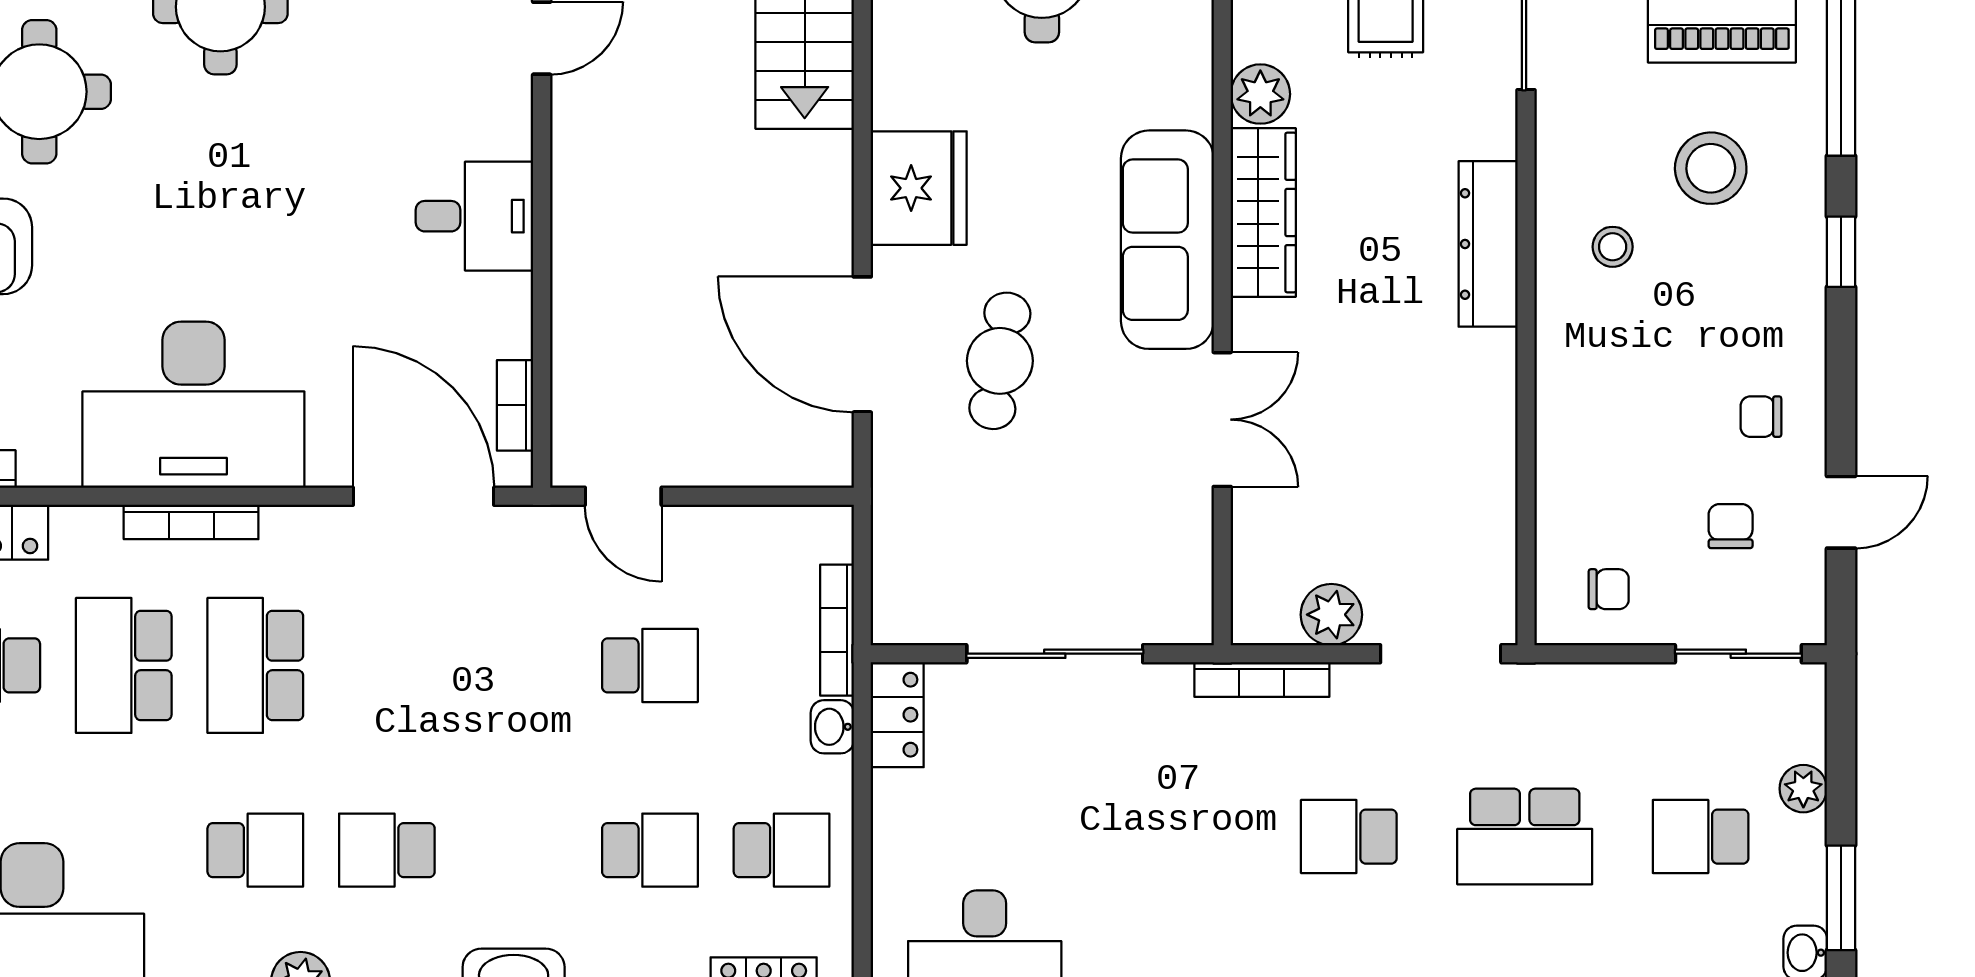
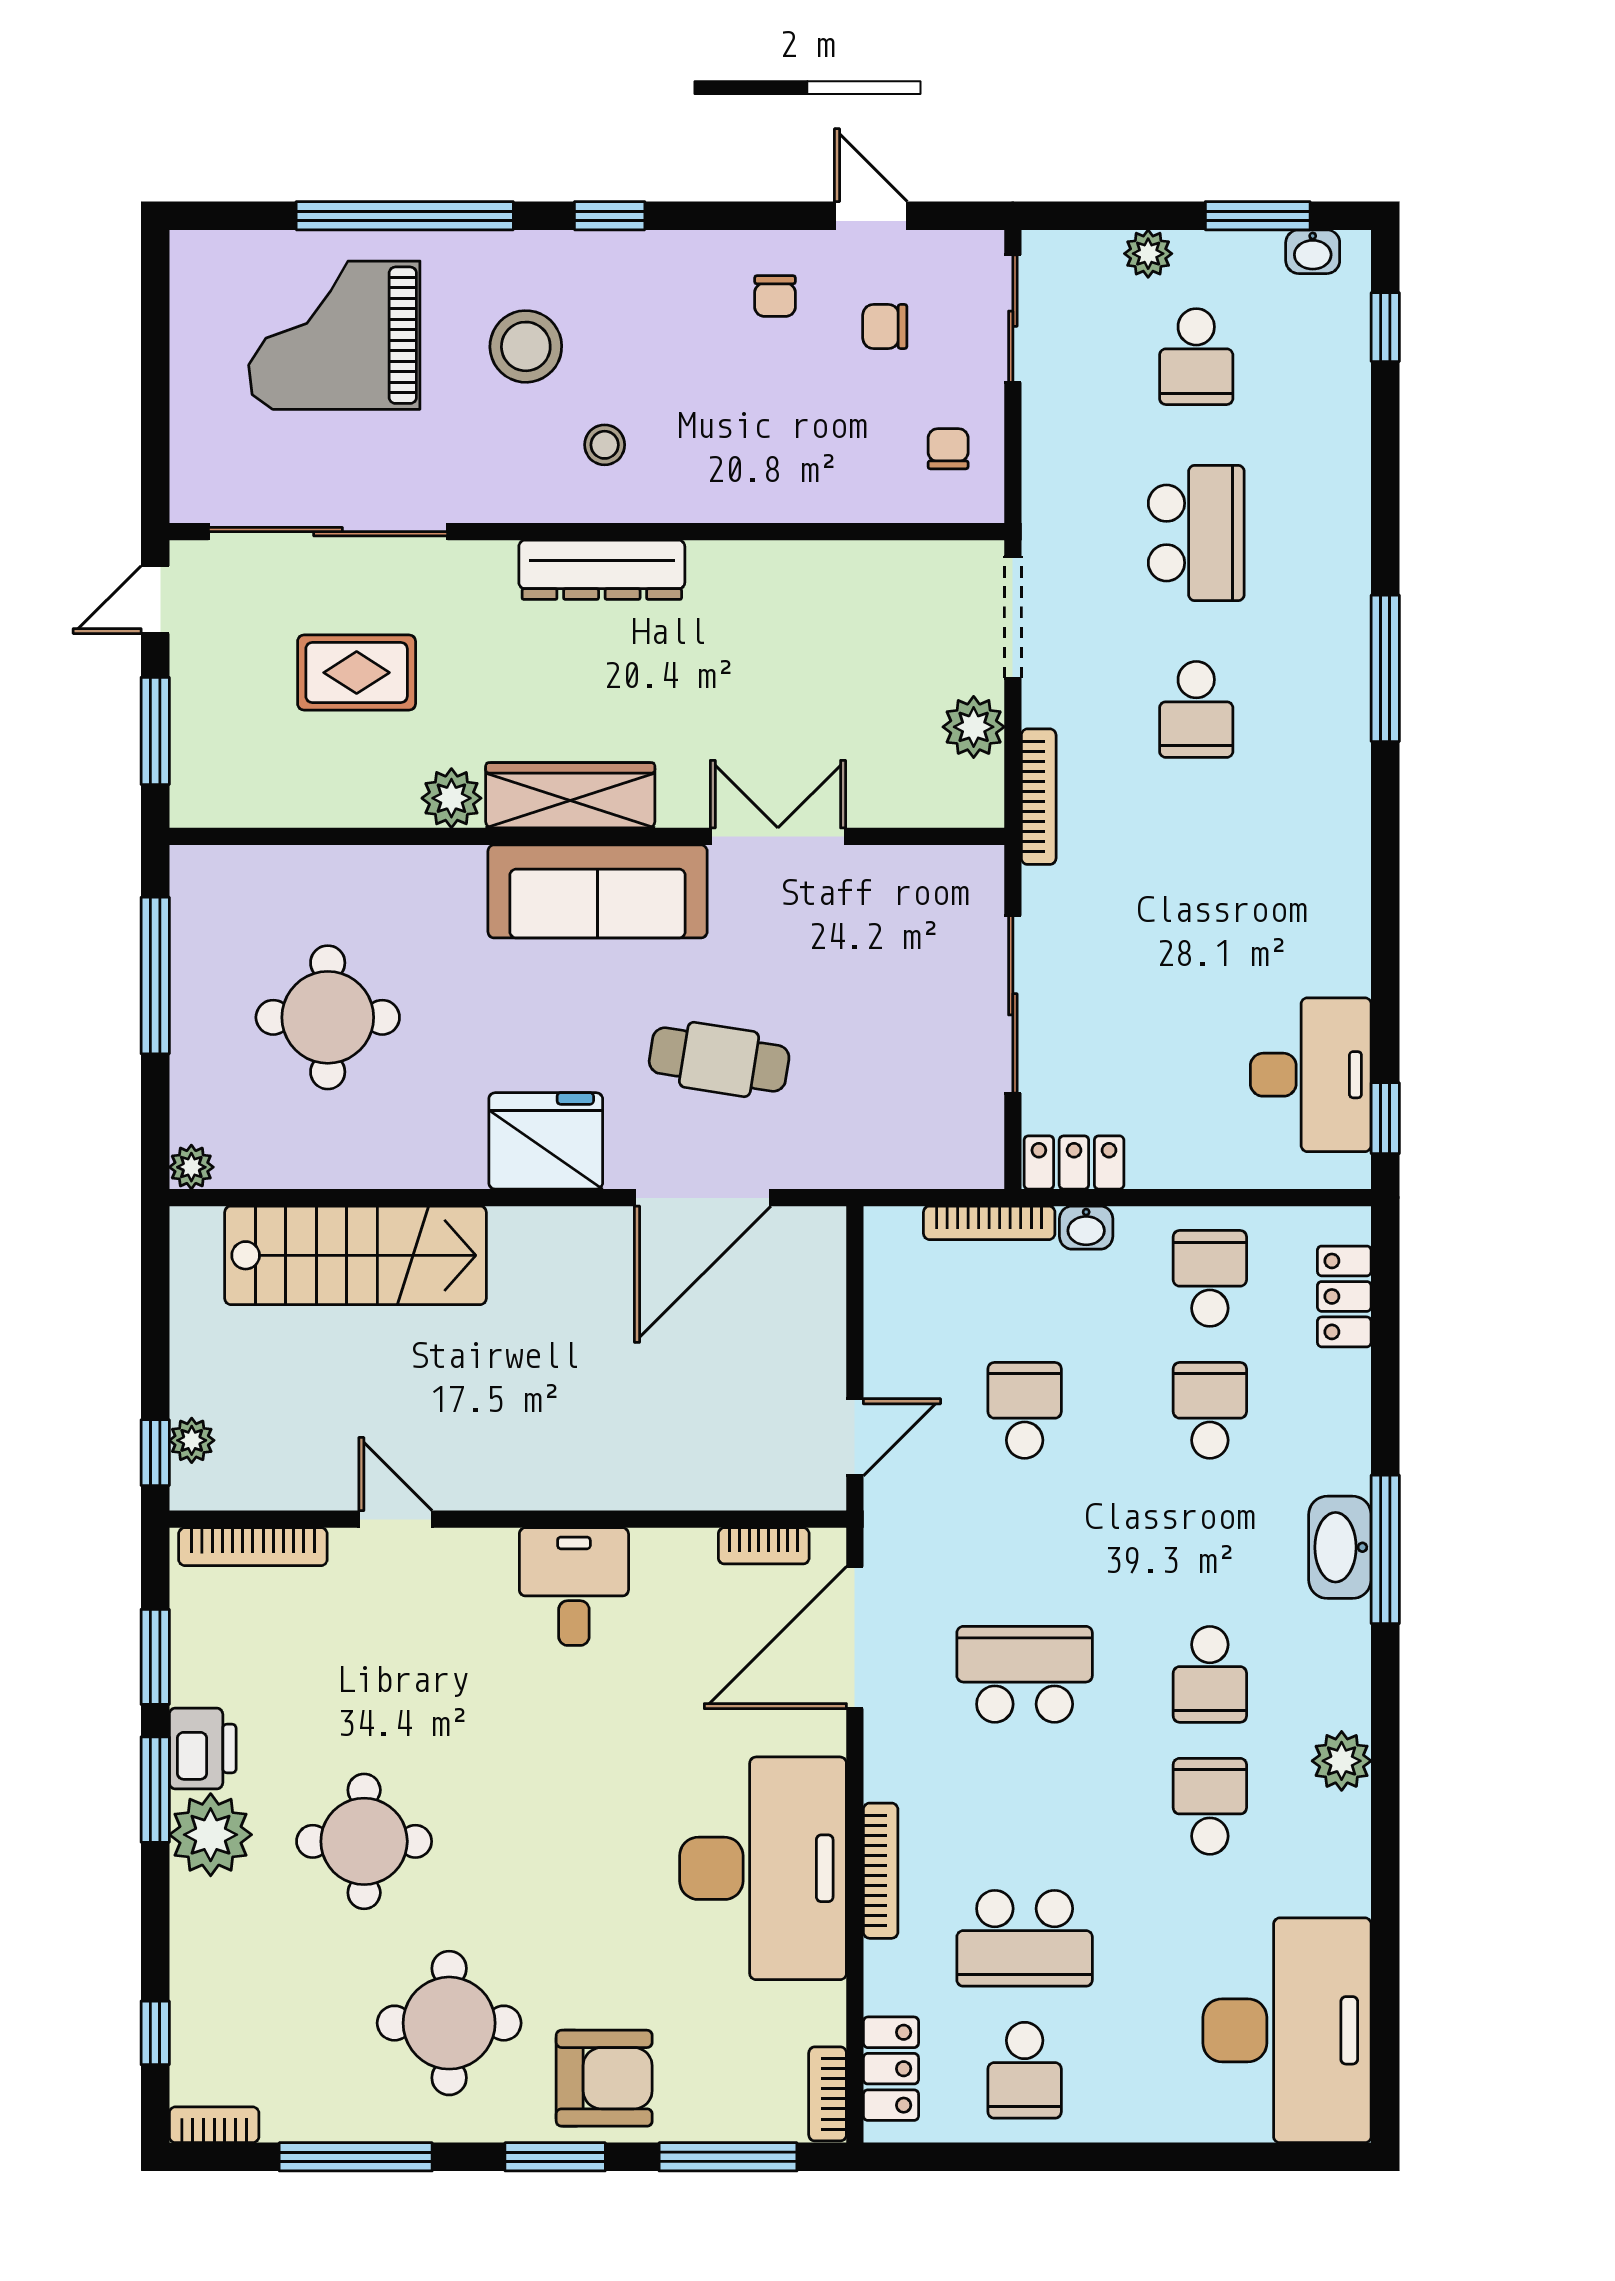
school desk: (255, 665) -> (1025, 1674), moved, turned 180

